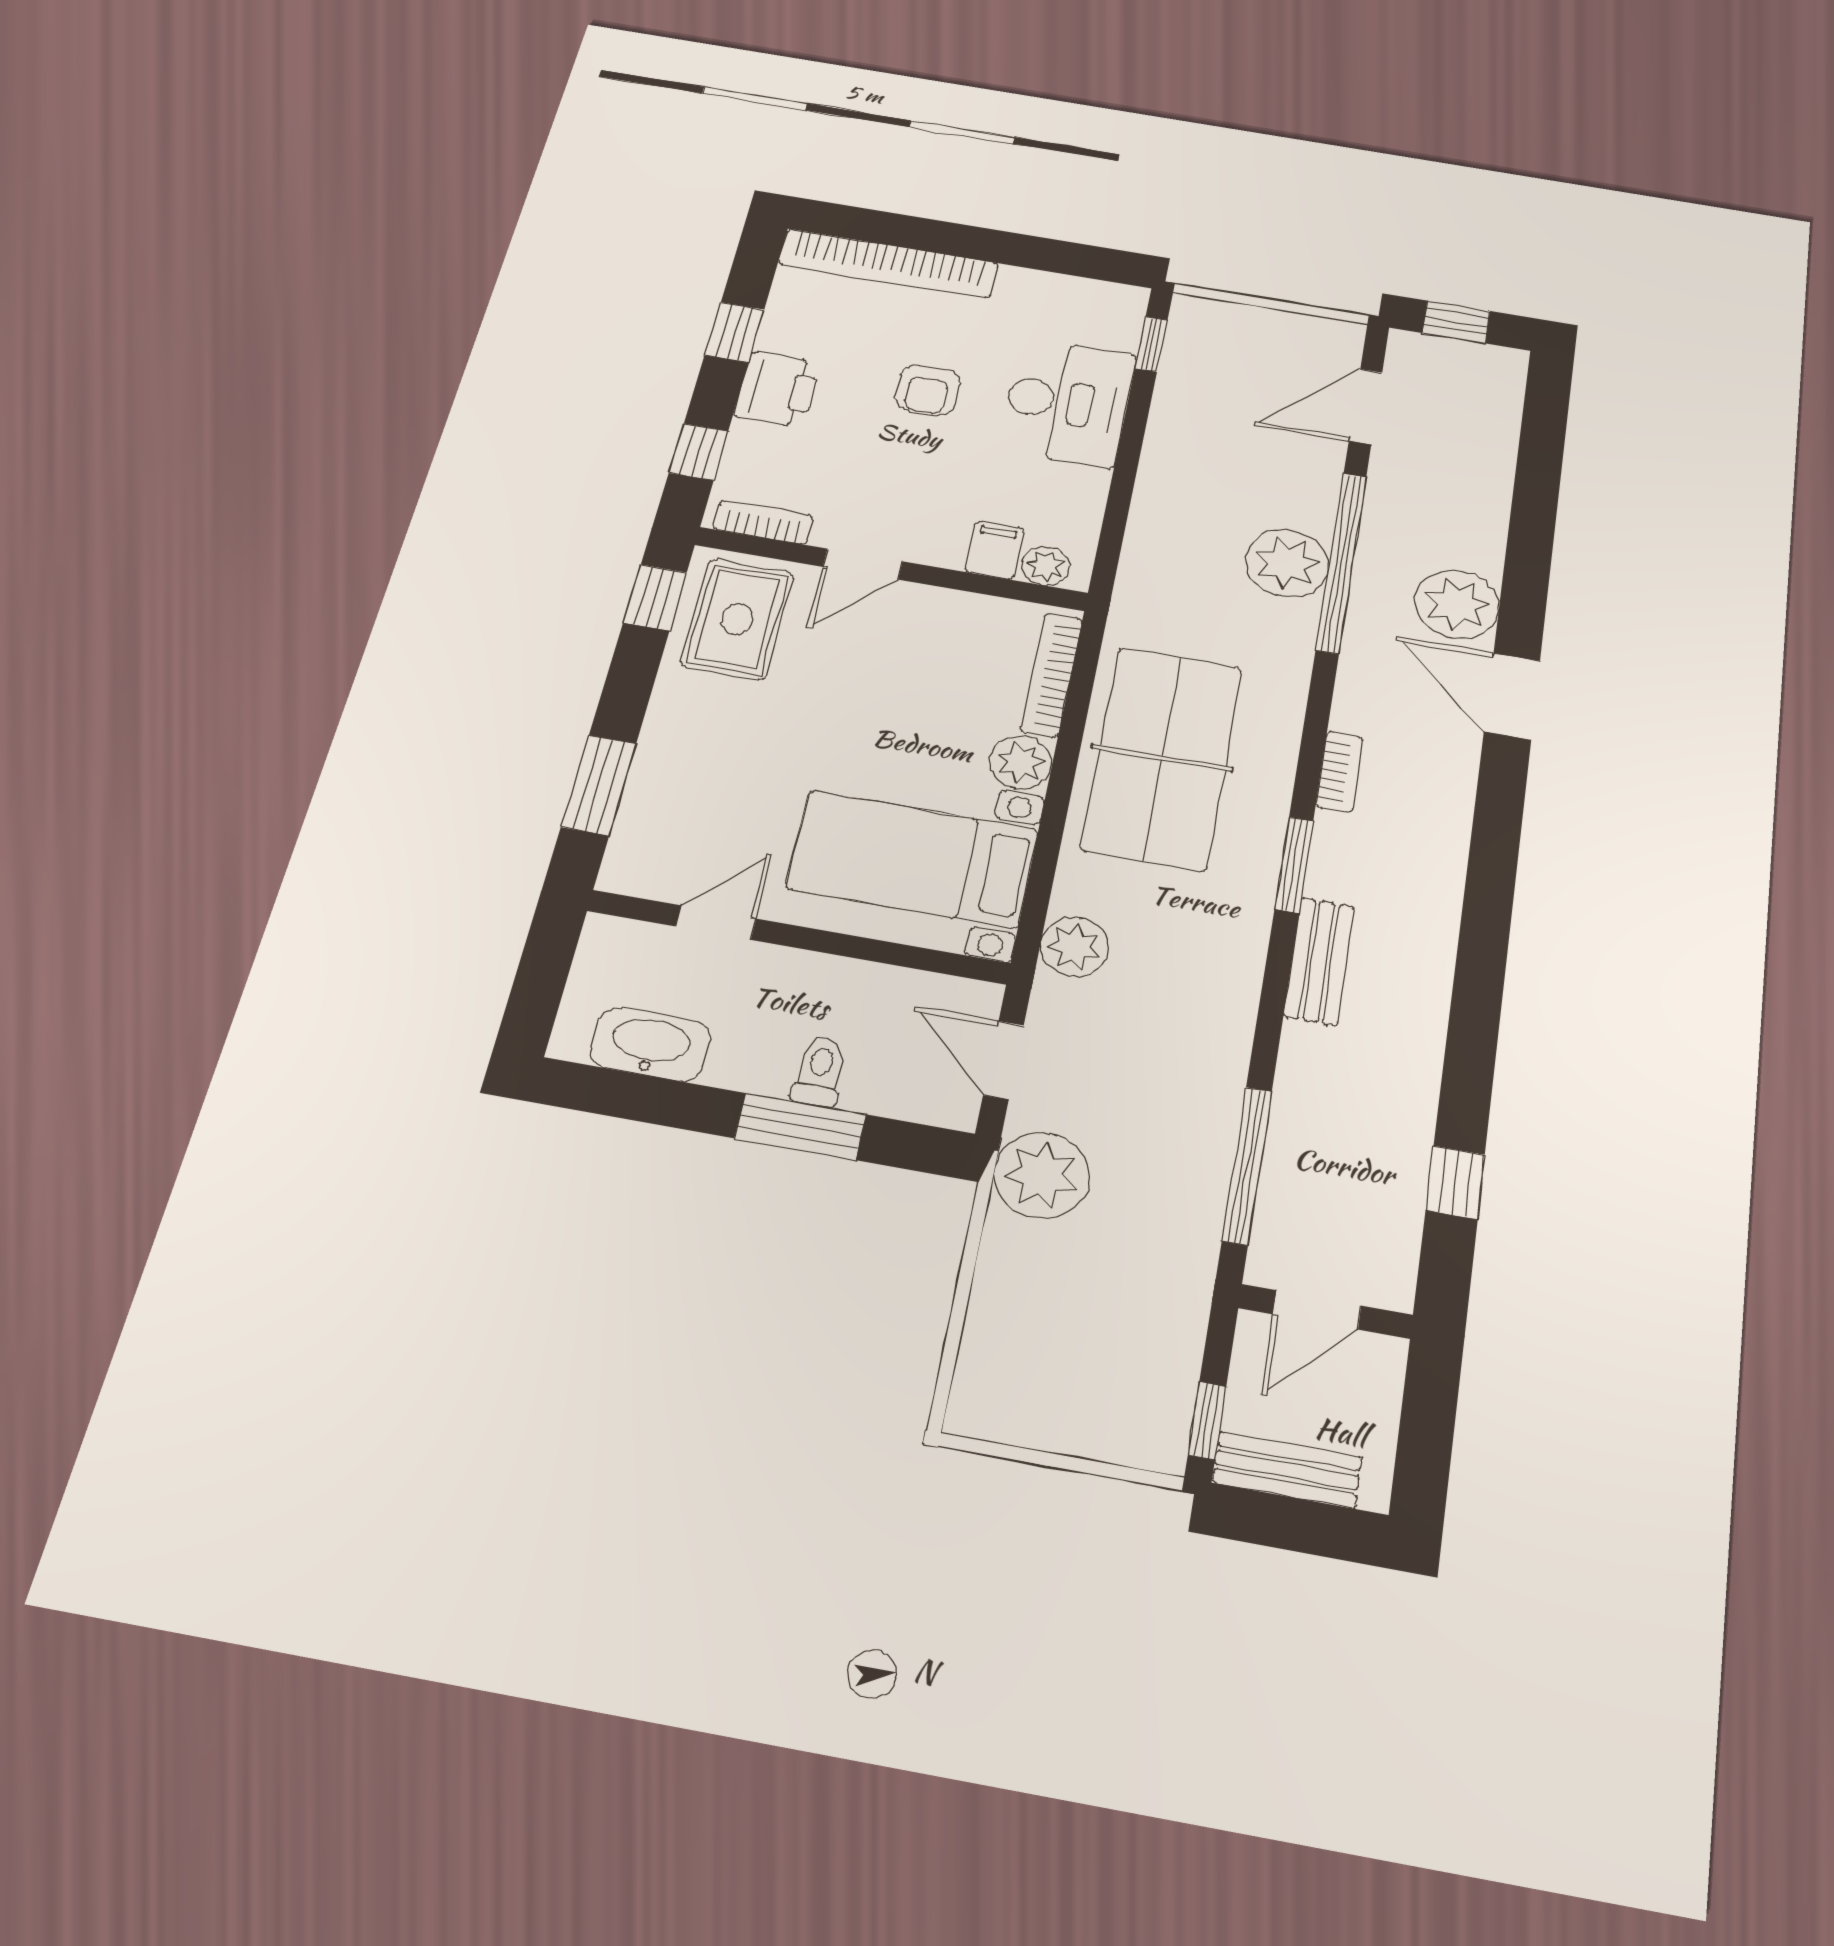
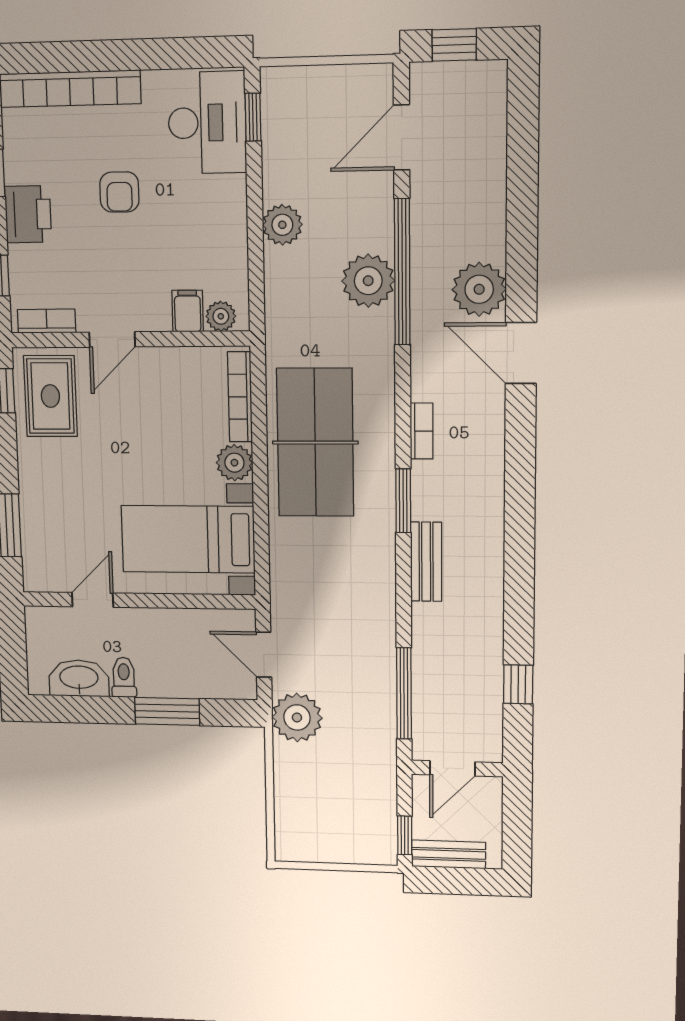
desk: (1067, 403) -> (207, 123), moved
plant: (1075, 947) -> (282, 225), moved
toilet: (819, 1071) -> (124, 677), moved

